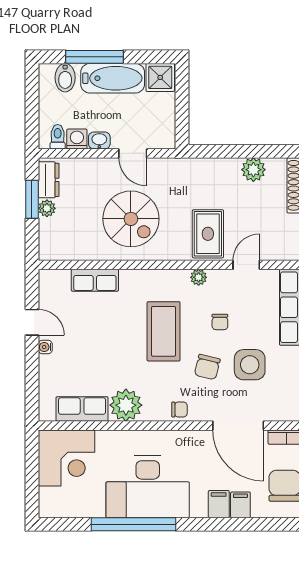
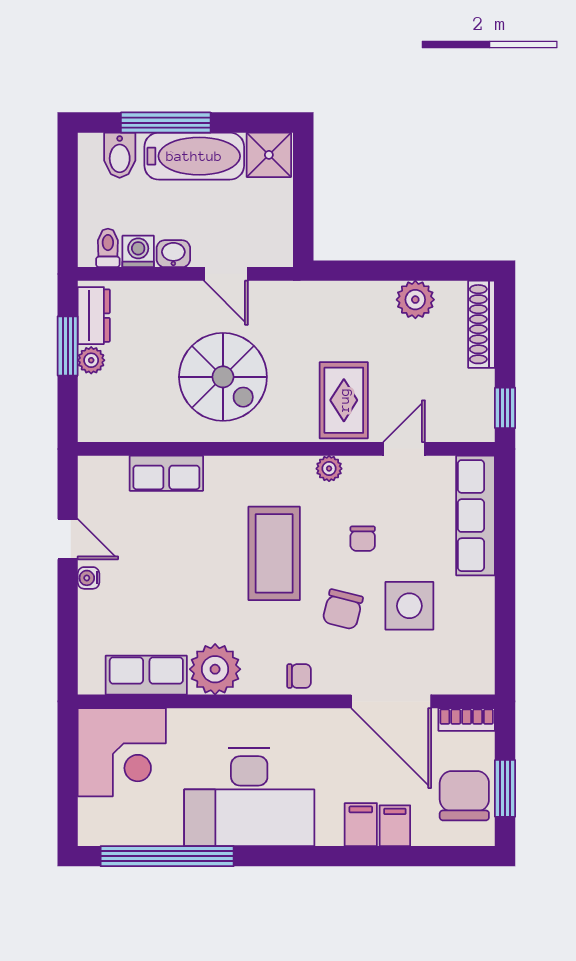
window: (133, 524) -> (167, 856), moved

